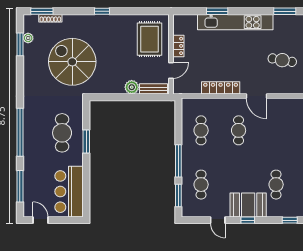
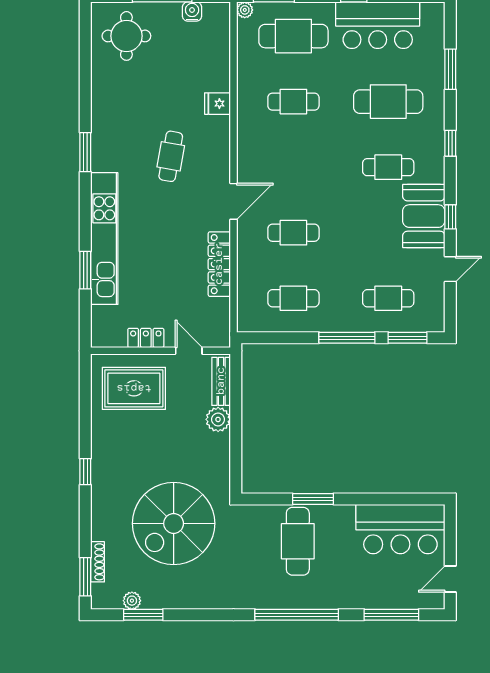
cafe table: (62, 133) -> (298, 541), turned 90

